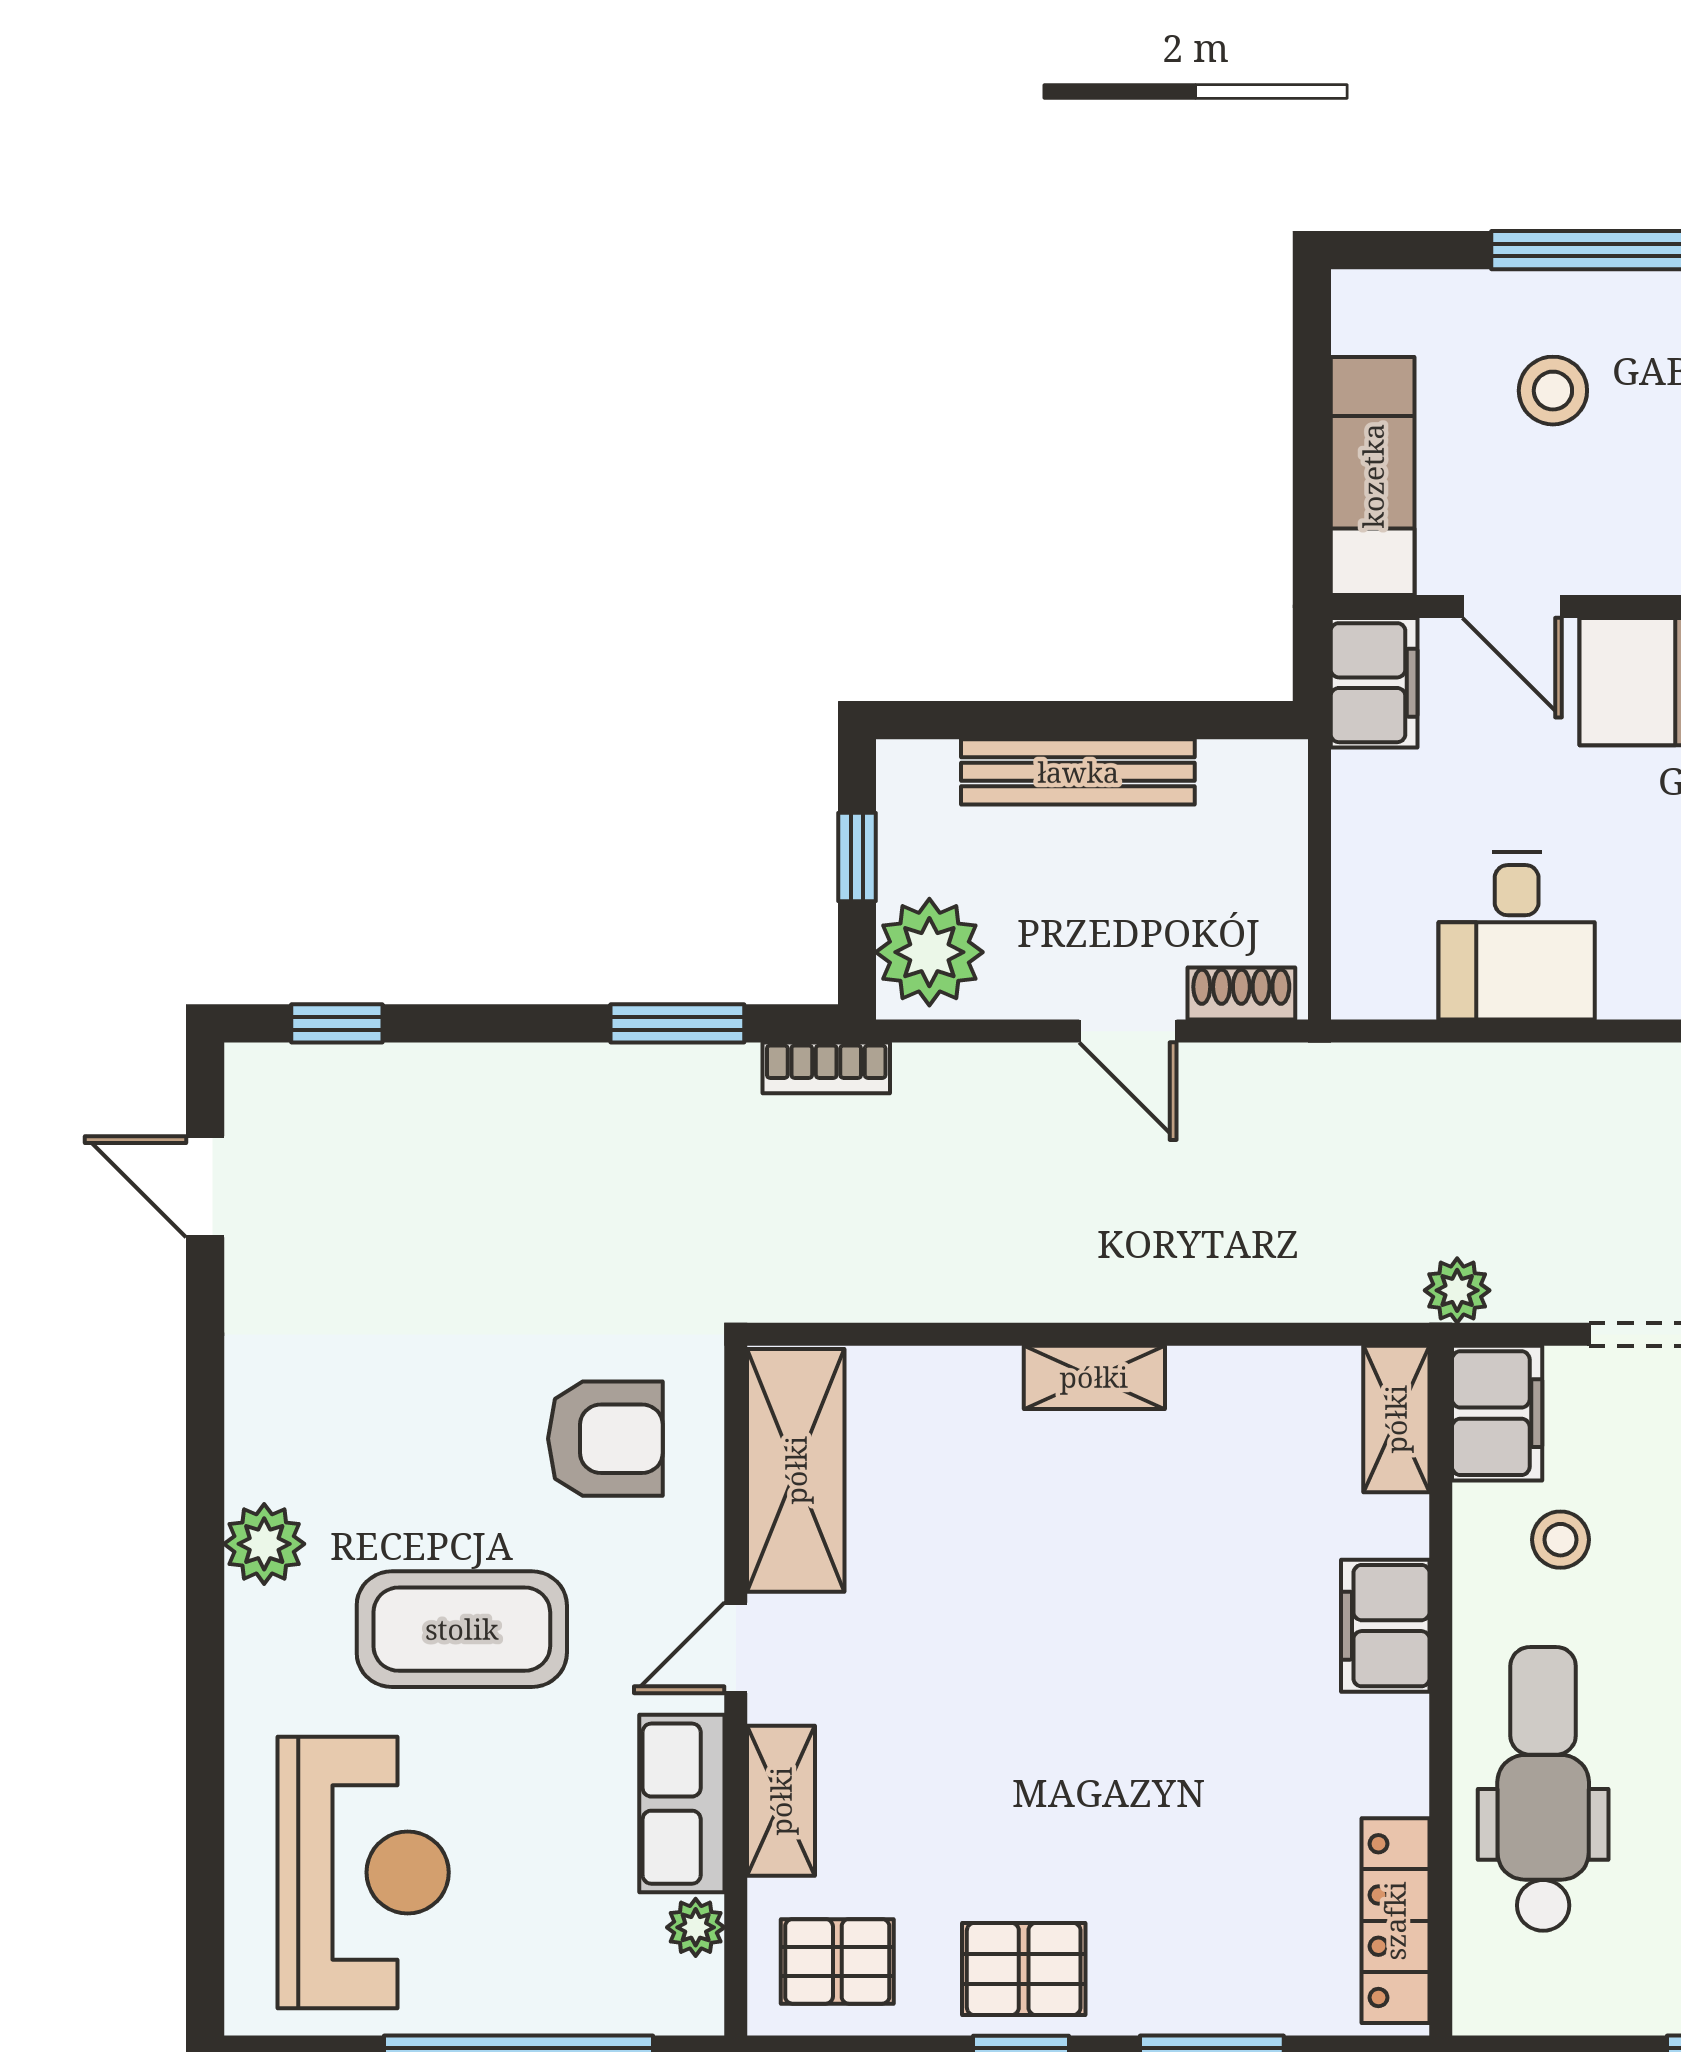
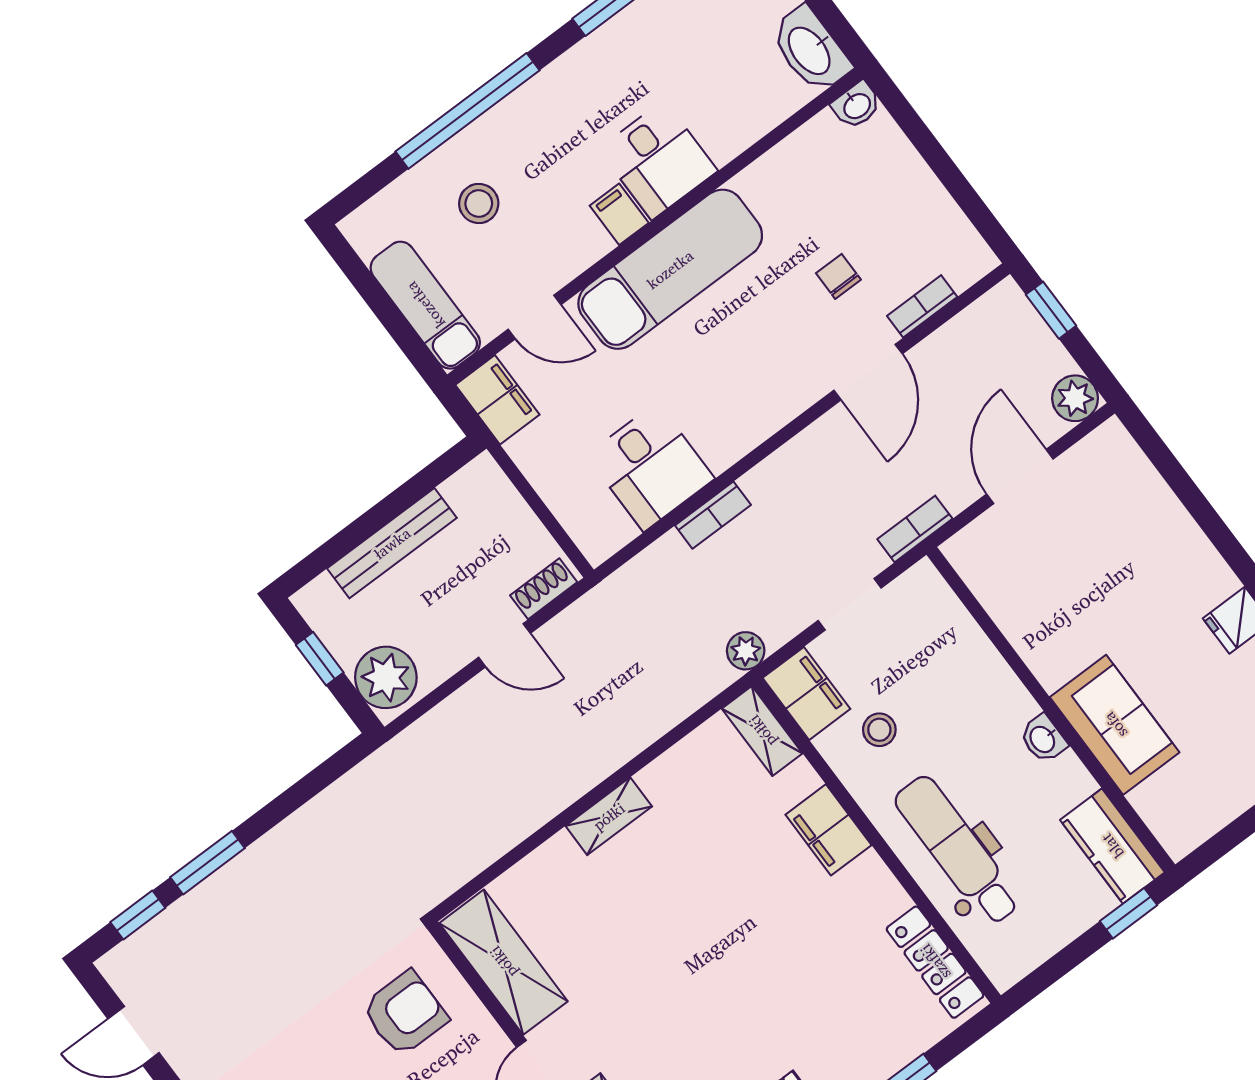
window: (677, 1023) -> (207, 863), moved
bookcase: (826, 1068) -> (713, 515), moved

